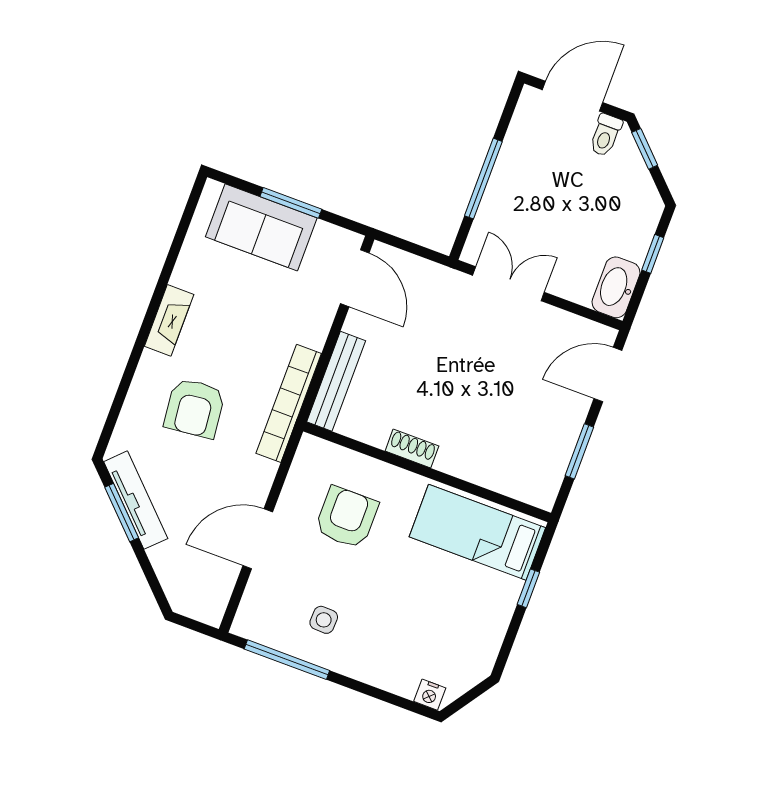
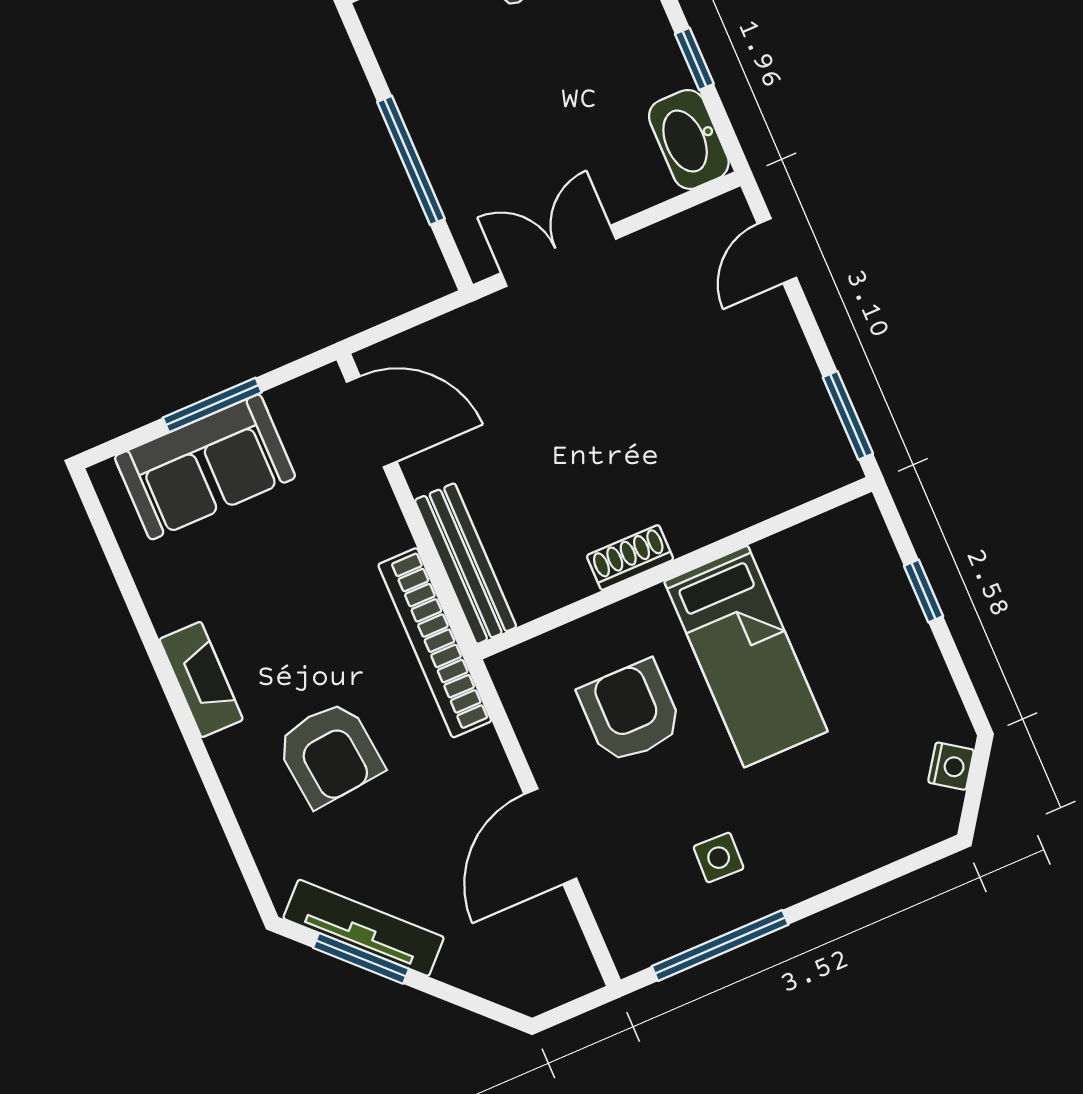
door: (608, 375) -> (777, 251), width x0.73
window: (579, 451) -> (848, 415), moved
bed: (477, 532) -> (746, 656), moved, turned -90
nightstand: (430, 695) -> (951, 766), moved, turned -55

